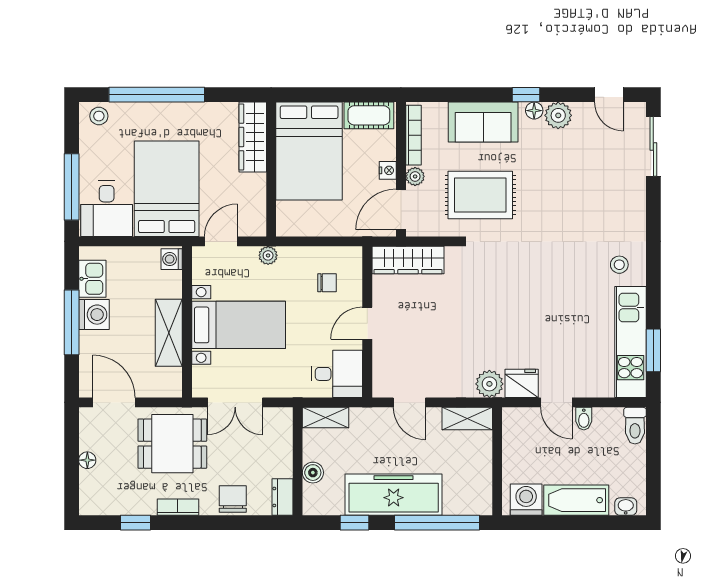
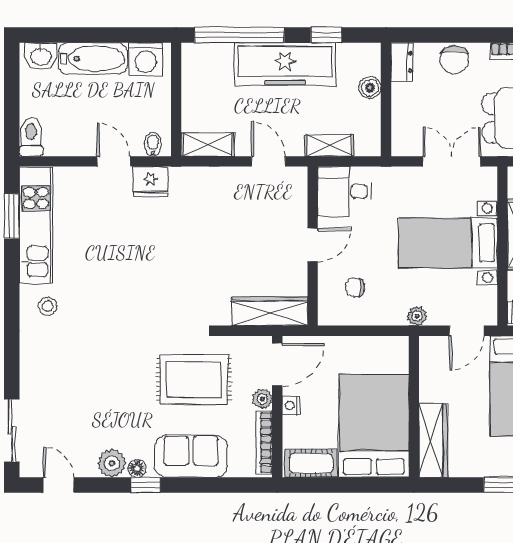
plant: (489, 384) -> (184, 181), removed
shelving: (325, 418) -> (329, 145), moved
bidet: (584, 419) -> (153, 144), moved
washbasin: (626, 507) -> (41, 56), width x1.38, depth x1.45

